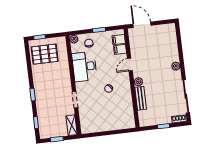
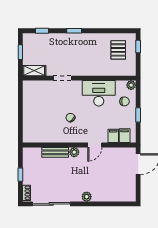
pallet: (45, 54) -> (118, 50), width x0.67, depth x0.71
door: (130, 64) -> (95, 145), swing flipped

